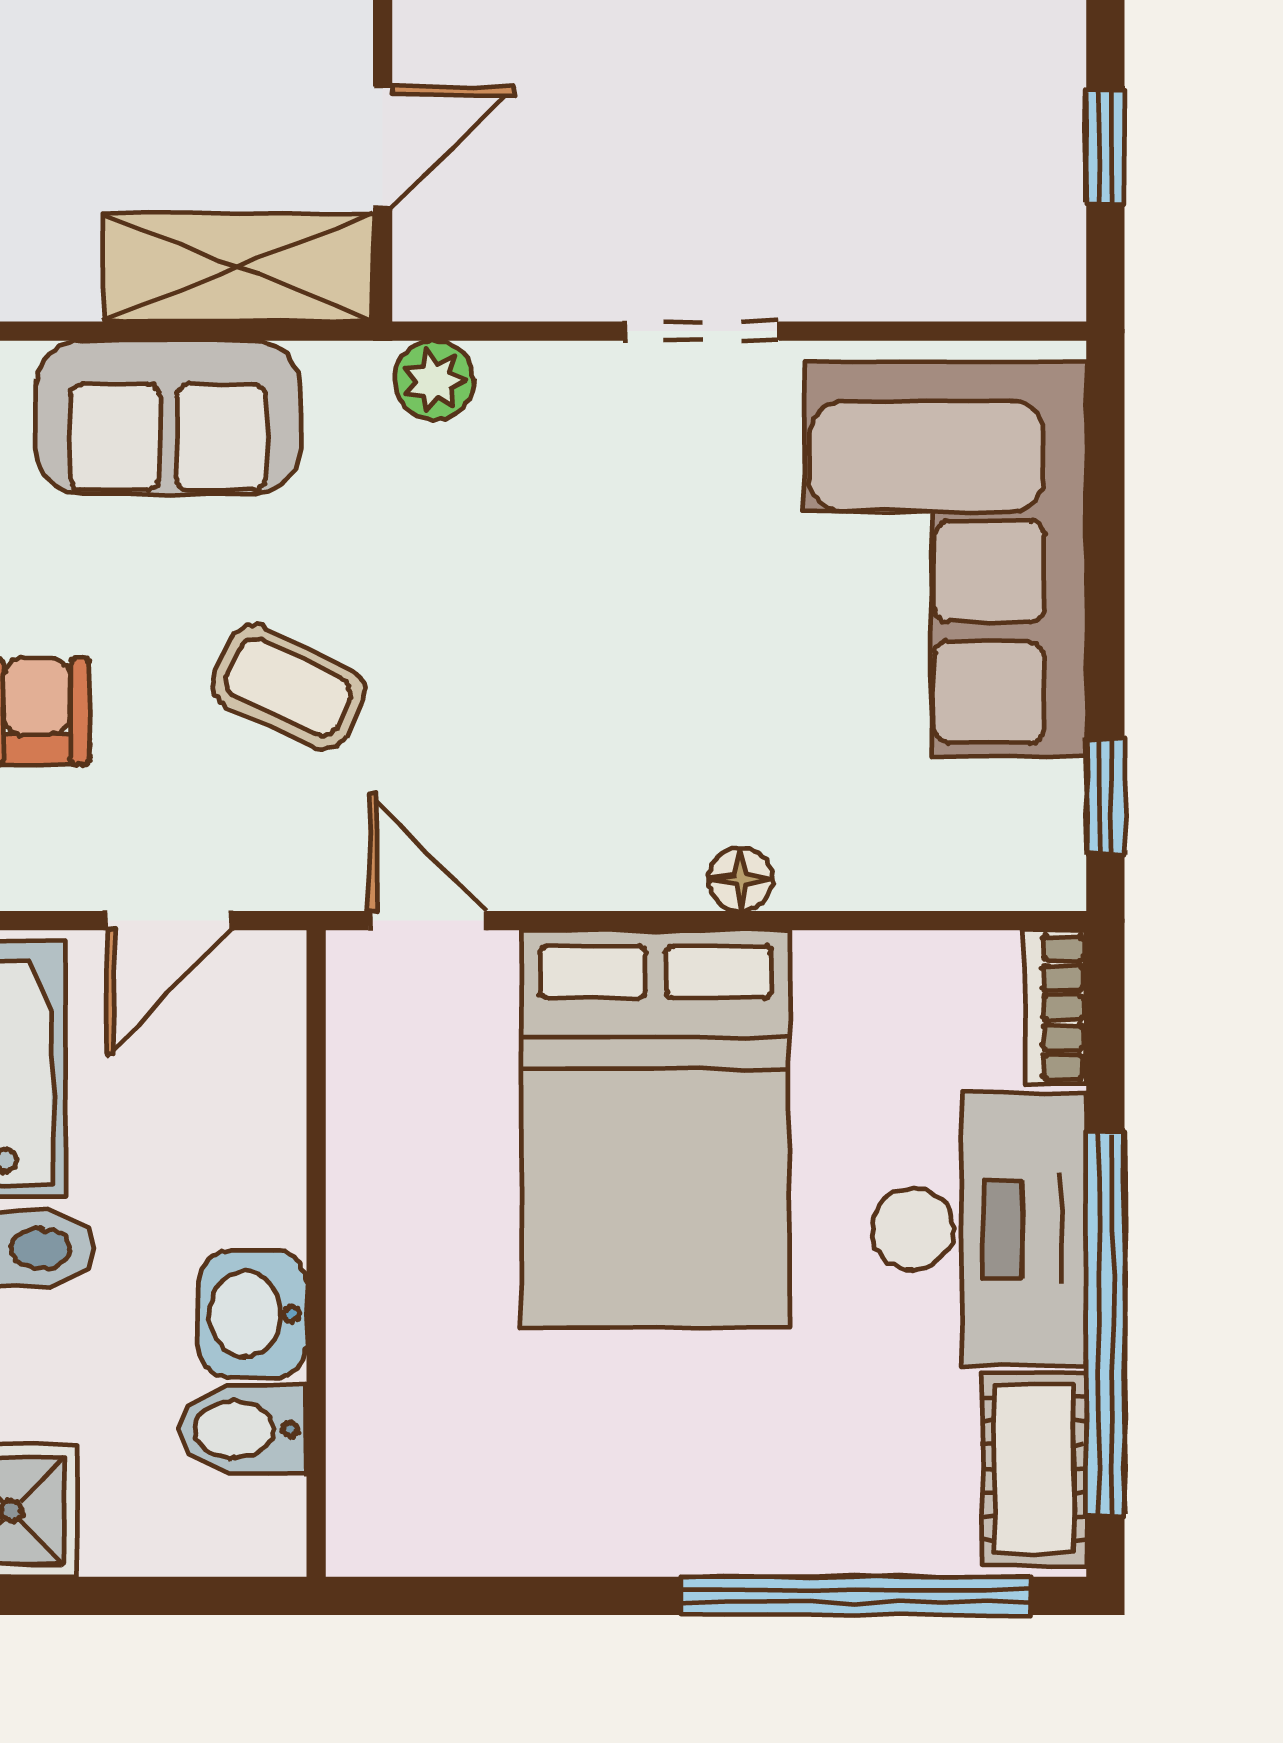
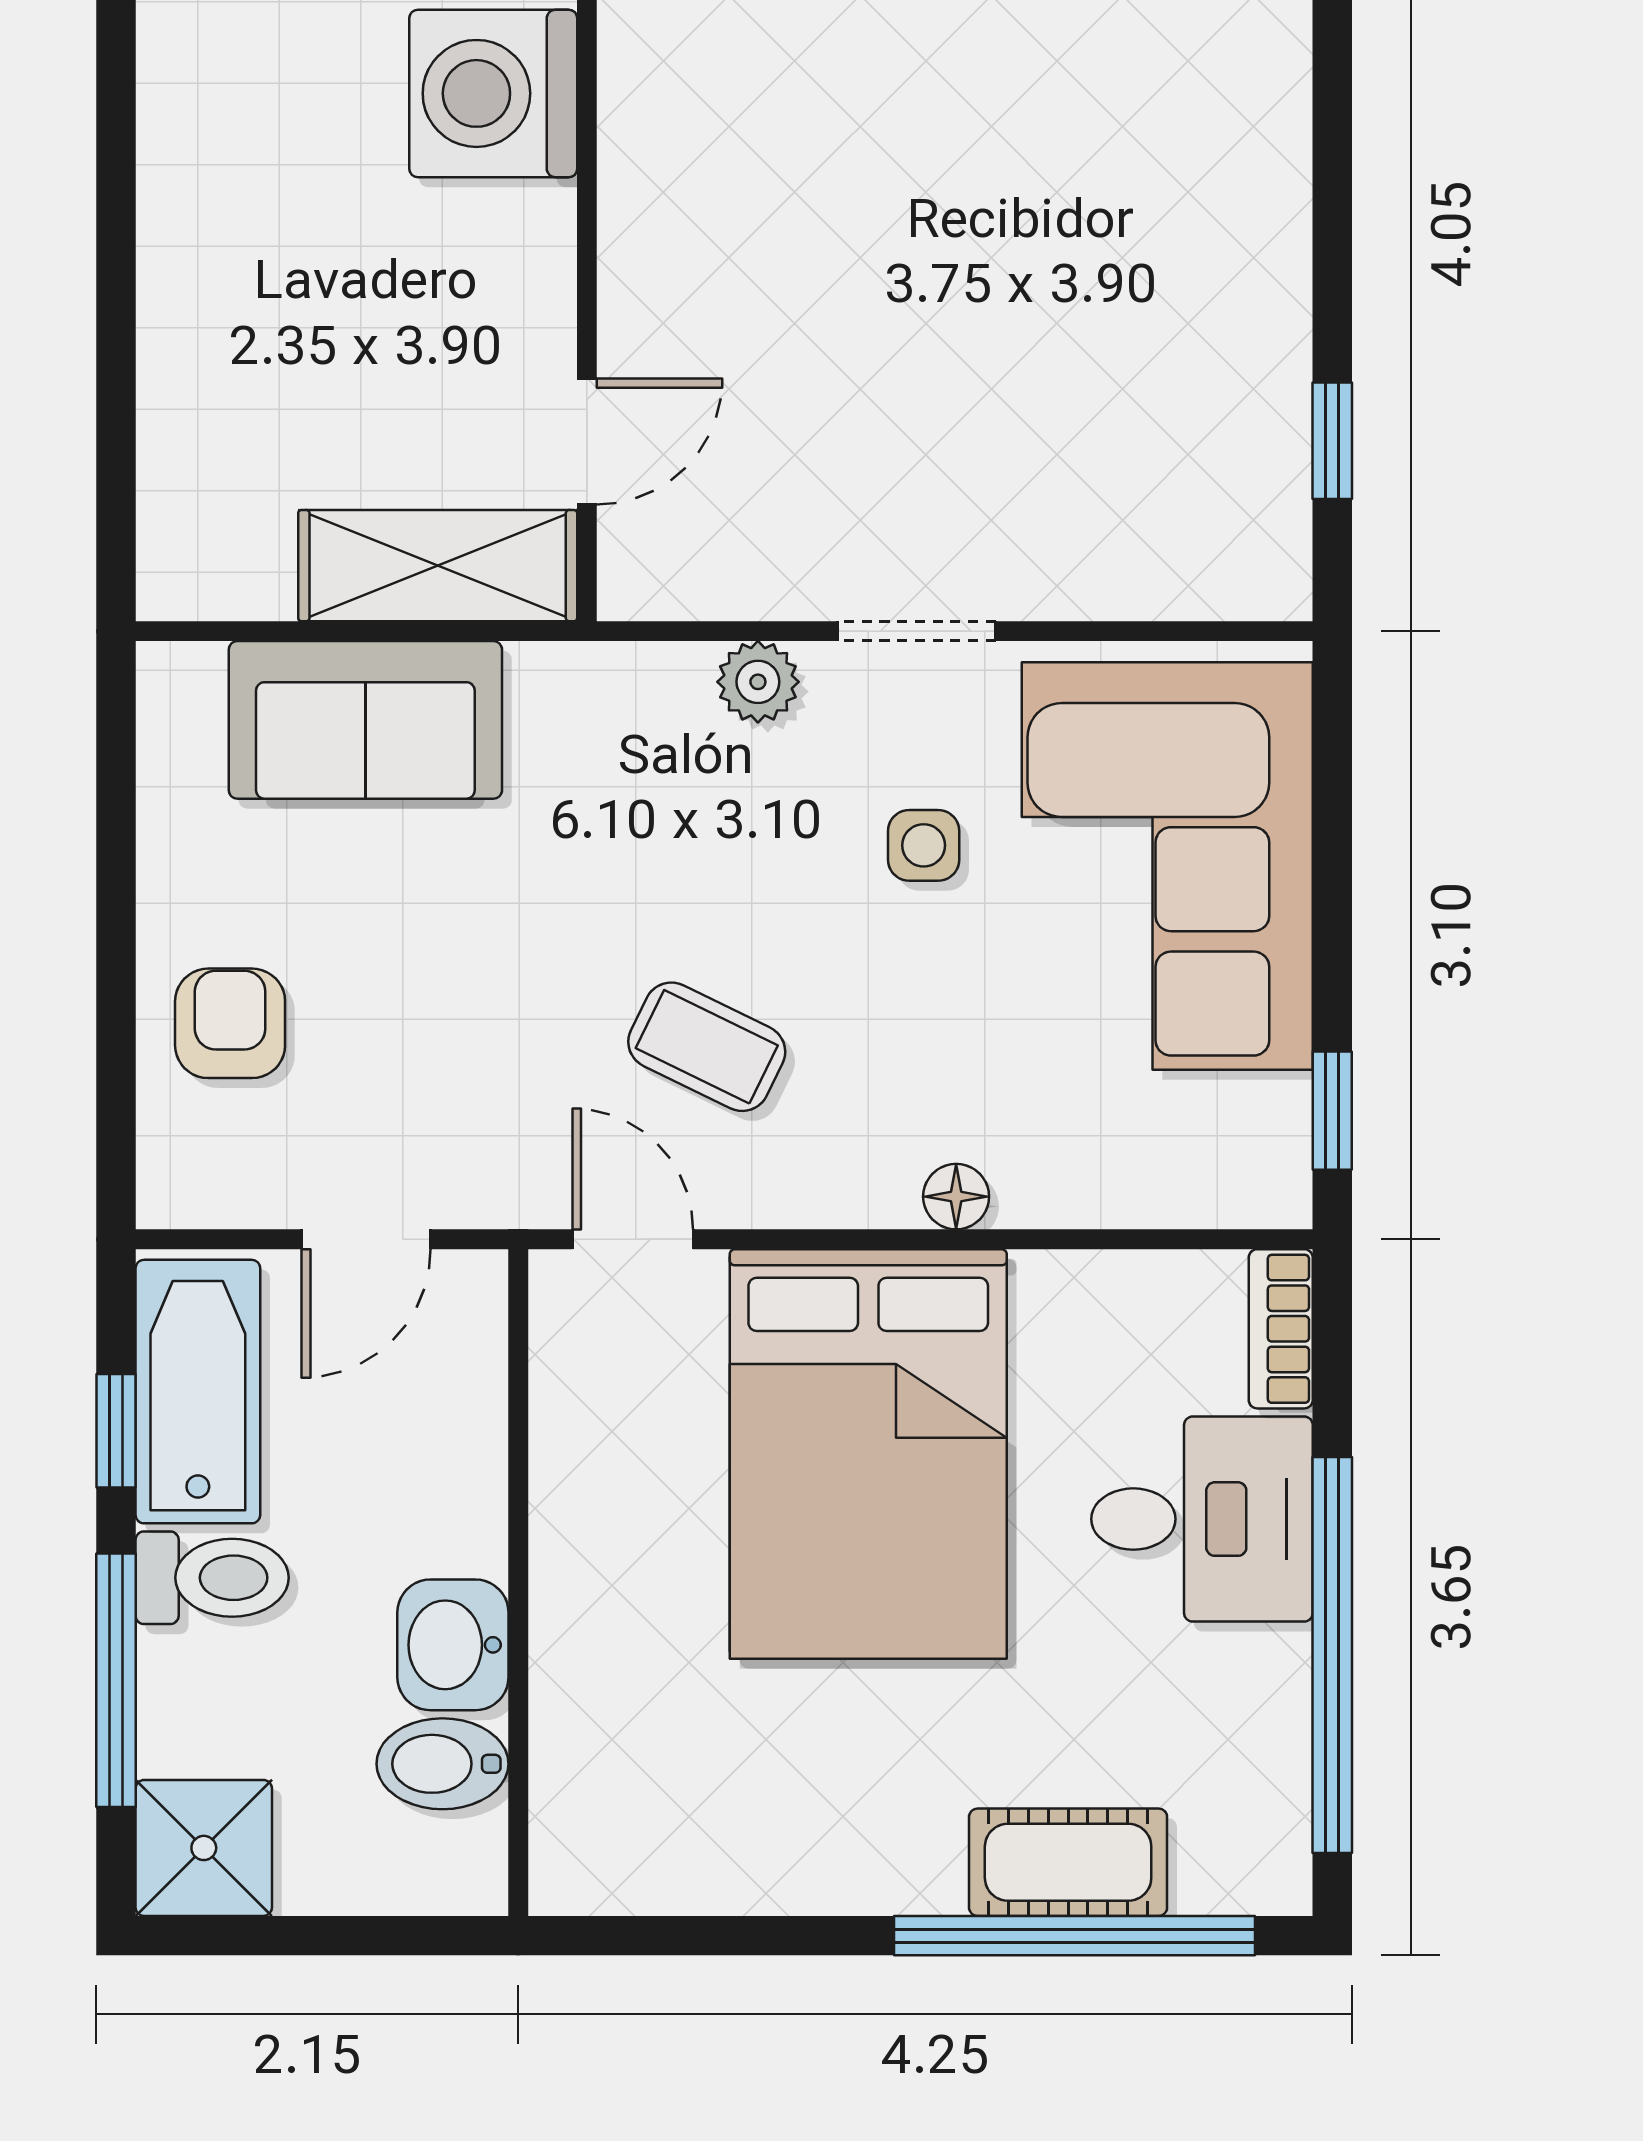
plant: (434, 380) -> (758, 682), moved
side table: (709, 539) -> (924, 845), added
coffee table: (289, 687) -> (707, 1047), moved
desk: (979, 1229) -> (1202, 1519), width x0.73
cot: (1034, 1469) -> (1068, 1862), moved, turned 90

